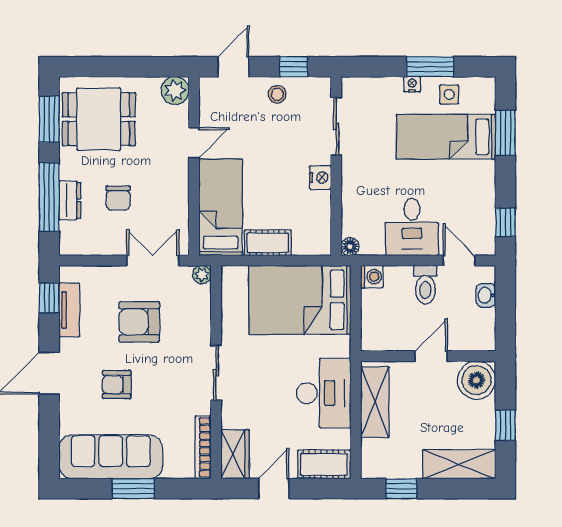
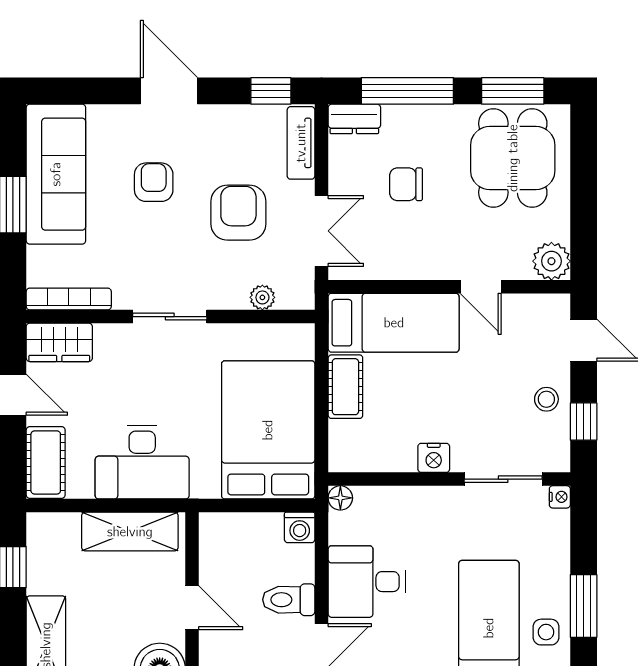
nightstand: (412, 84) -> (560, 497), moved
dresser: (70, 200) -> (354, 119), moved
plant: (202, 275) -> (262, 297), moved
tv unit: (69, 310) -> (301, 143), moved, turned 90

